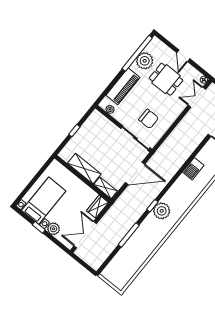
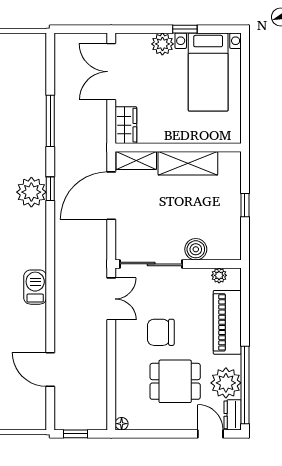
dresser: (153, 45) -> (233, 415), added
door: (183, 56) -> (210, 434), moved
double door: (197, 97) -> (111, 299), moved
chair: (149, 119) -> (161, 332), moved
boiler: (111, 129) -> (196, 249), added
door: (135, 173) -> (111, 196), moved
double door: (85, 235) -> (111, 72), swing flipped

